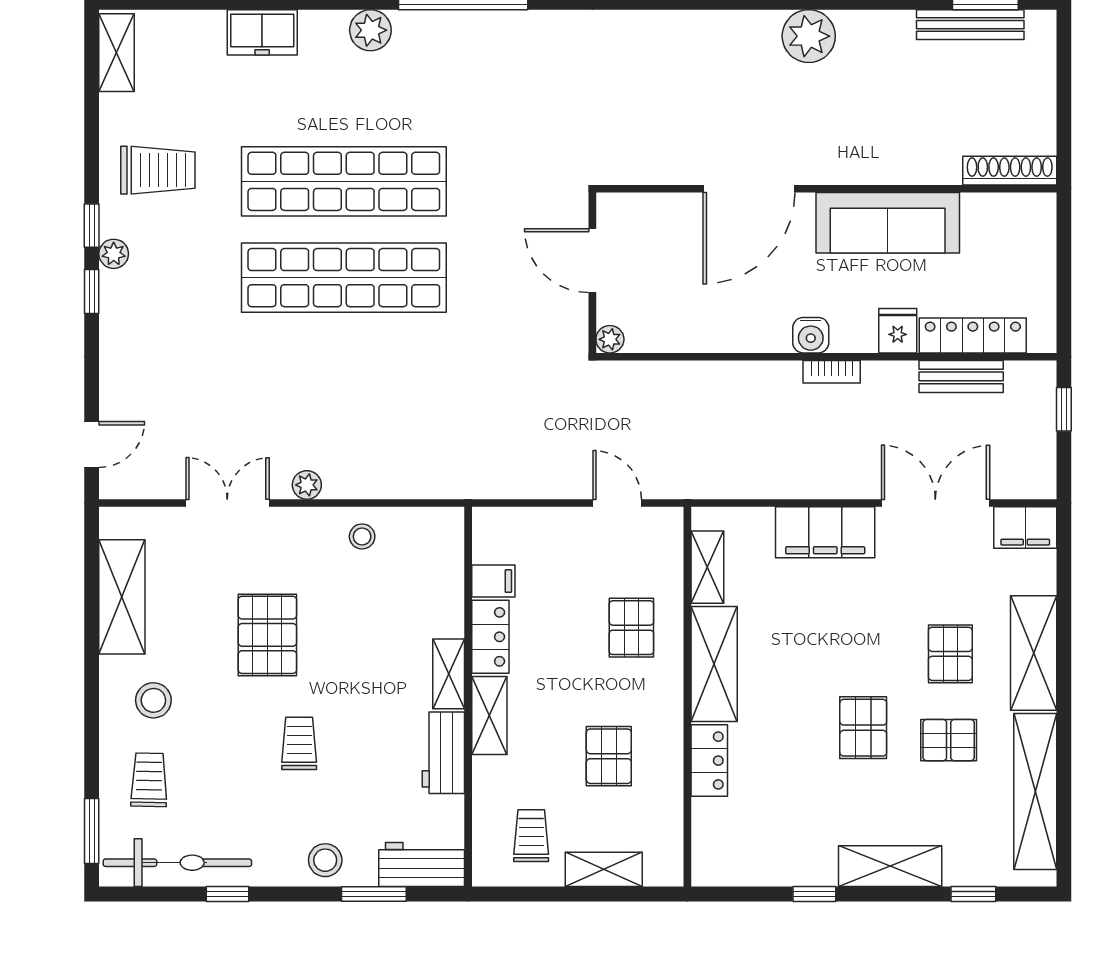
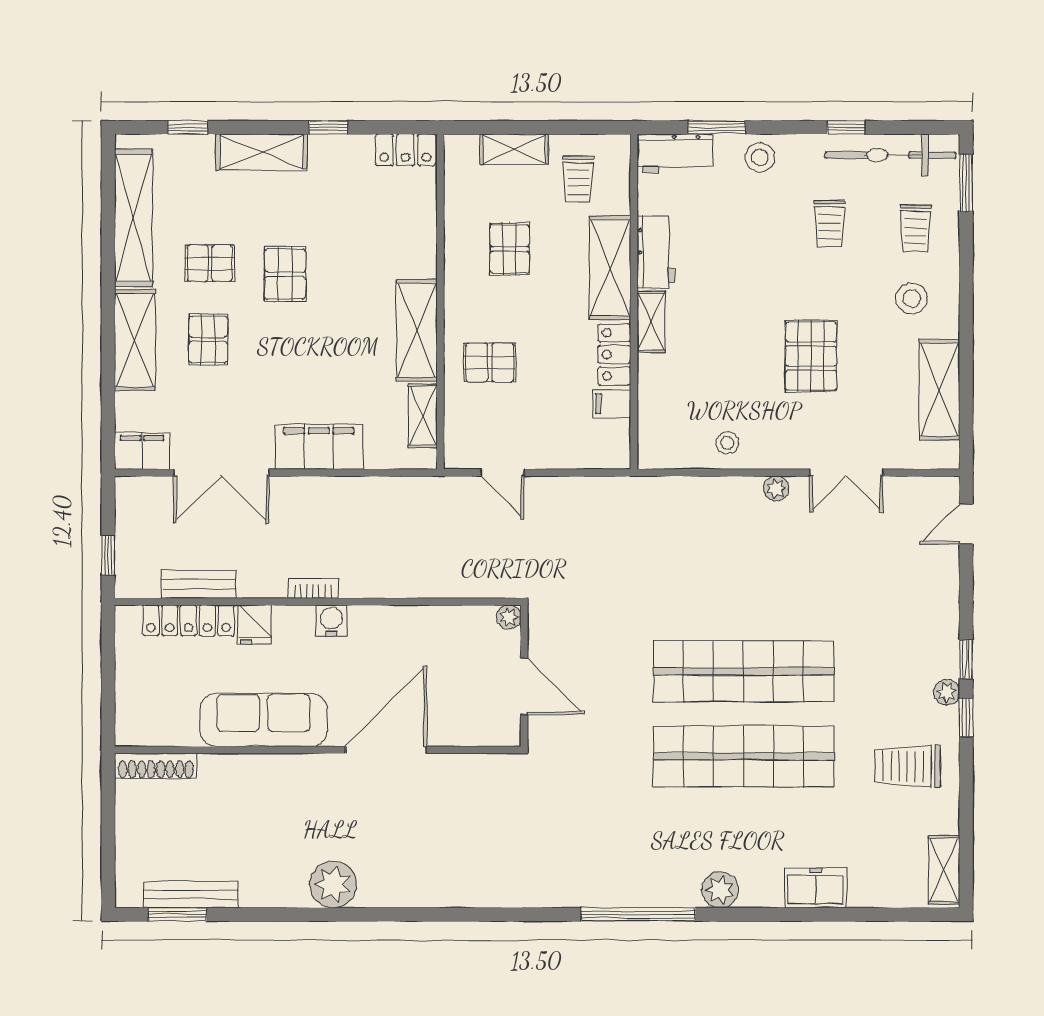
pallet: (631, 628) -> (490, 362), turned 90
shelving: (489, 715) -> (610, 268), width x1.50, depth x1.33
trolley: (299, 743) -> (829, 223), moved
locker: (709, 761) -> (405, 150), moved, turned -90

